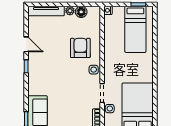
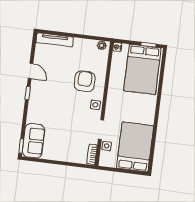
plant: (70, 11) -> (102, 45), moved
floor lamp: (81, 12) -> (90, 45), removed
bed: (135, 29) -> (142, 69), width x1.50

